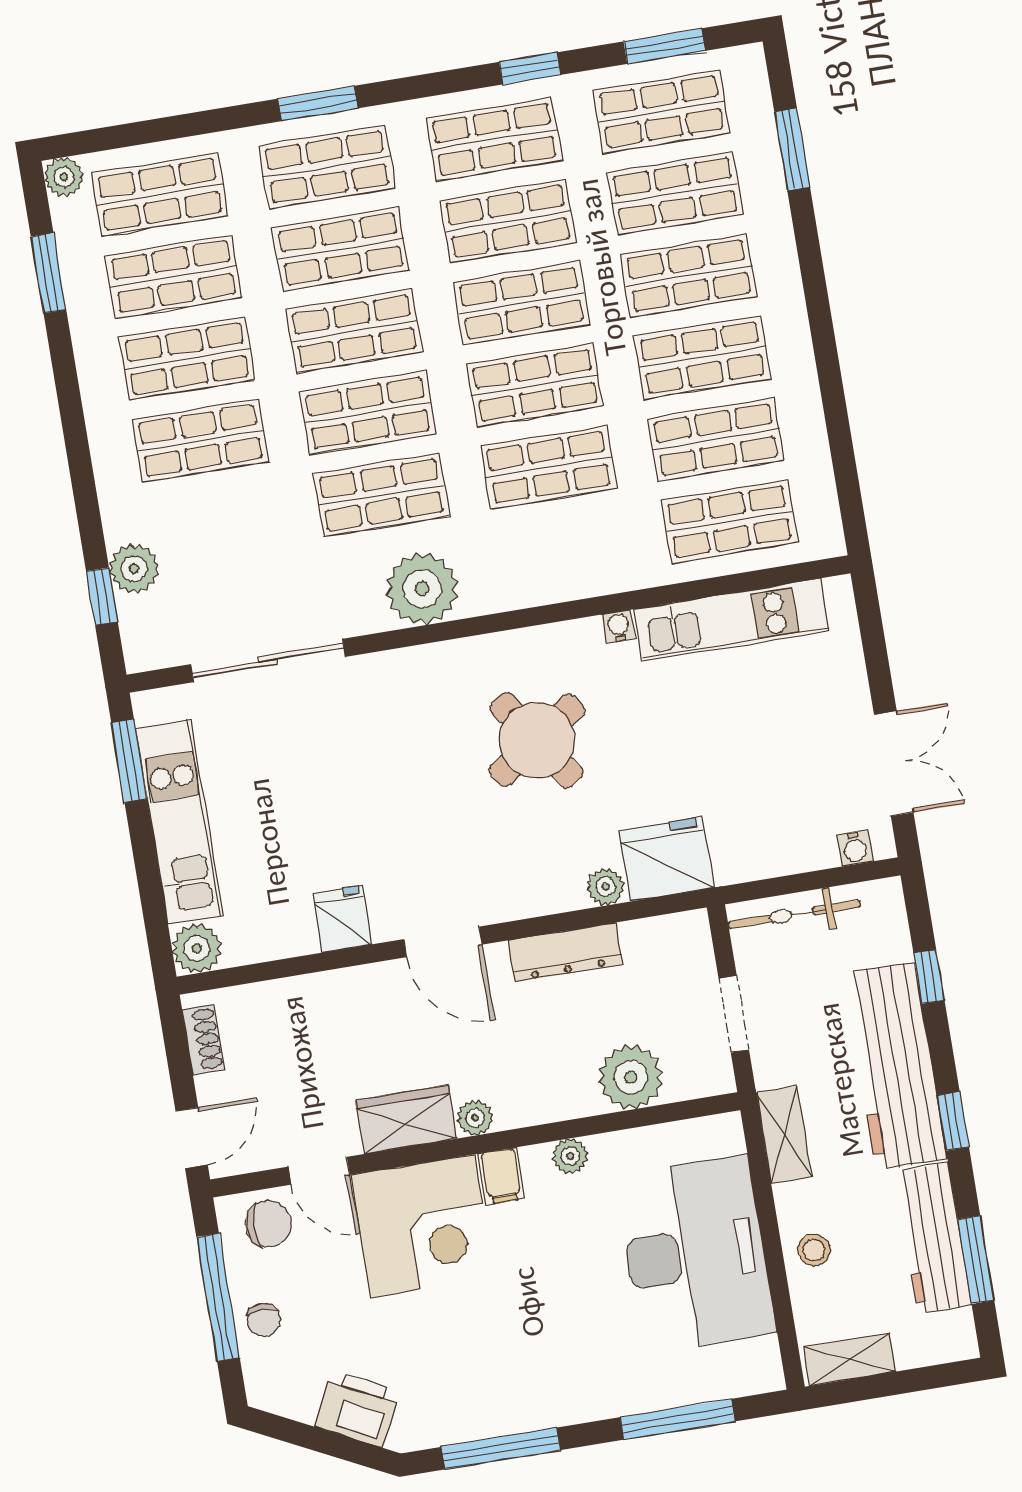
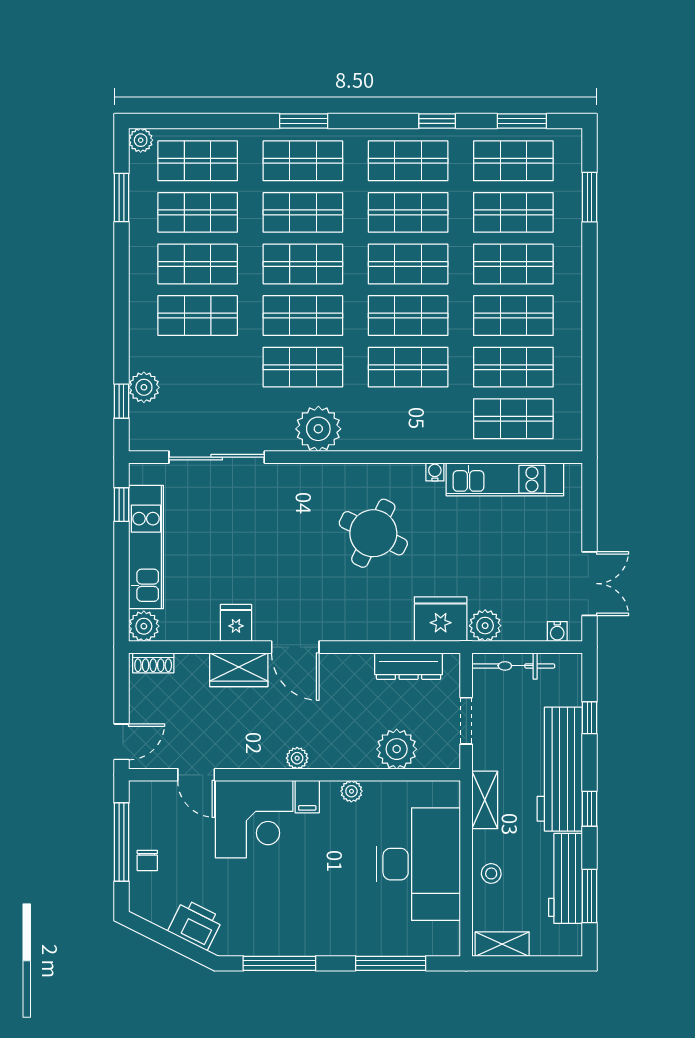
round table: (537, 740) -> (373, 533), turned -30
window: (129, 761) -> (121, 505), width x0.67
plant: (606, 887) -> (485, 626), moved, width x1.38, depth x1.38
dresser: (565, 952) -> (409, 666), moved
shoe rack: (203, 1040) -> (153, 663), moved, turned 90
wardrobe: (406, 1119) -> (239, 670), moved, turned 180
chair: (268, 1224) -> (160, 802), removed

